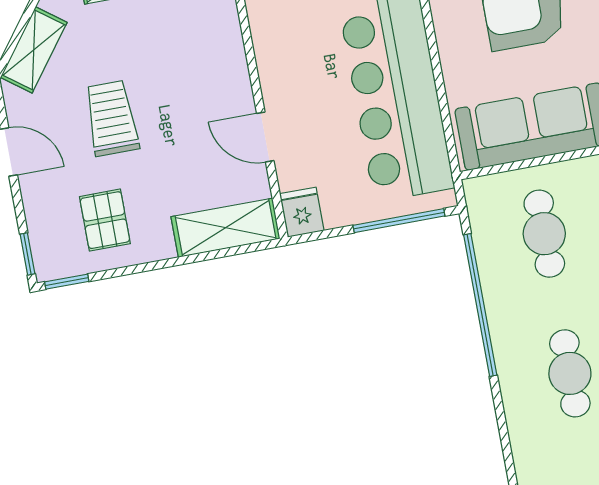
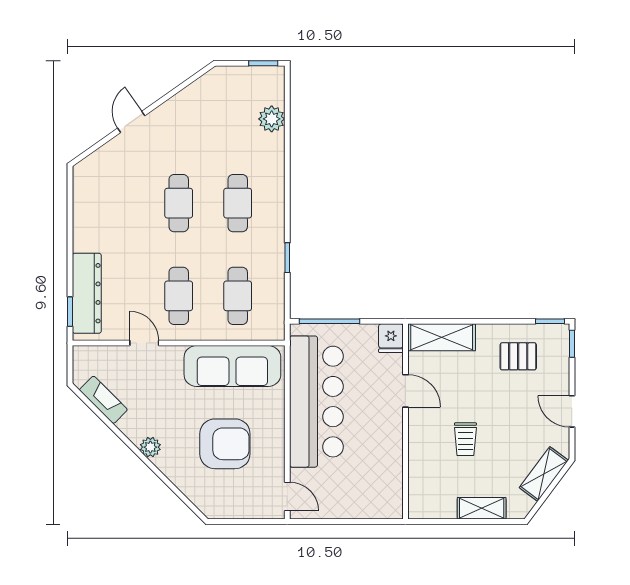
trolley: (112, 118) -> (465, 439), moved, width x0.73, depth x0.72
pallet: (105, 220) -> (518, 356), turned 90
window: (480, 305) -> (287, 258), width x0.32

